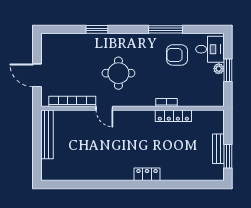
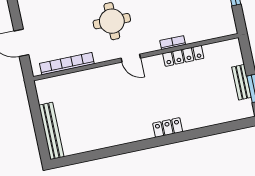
door: (104, 108) -> (131, 58), moved
bench: (47, 134) -> (51, 131), moved

